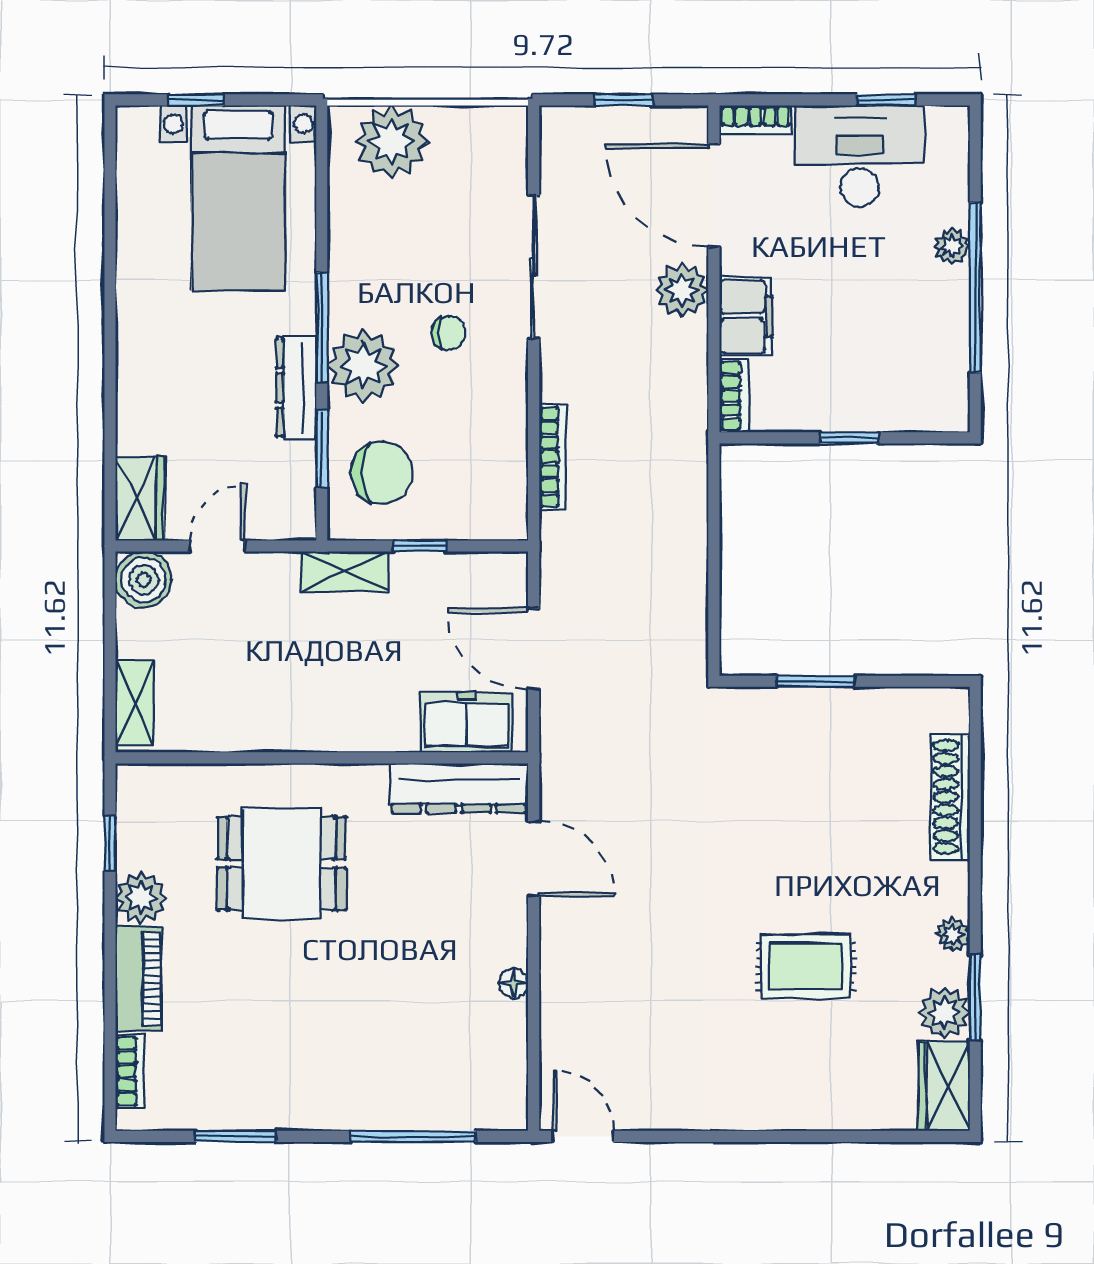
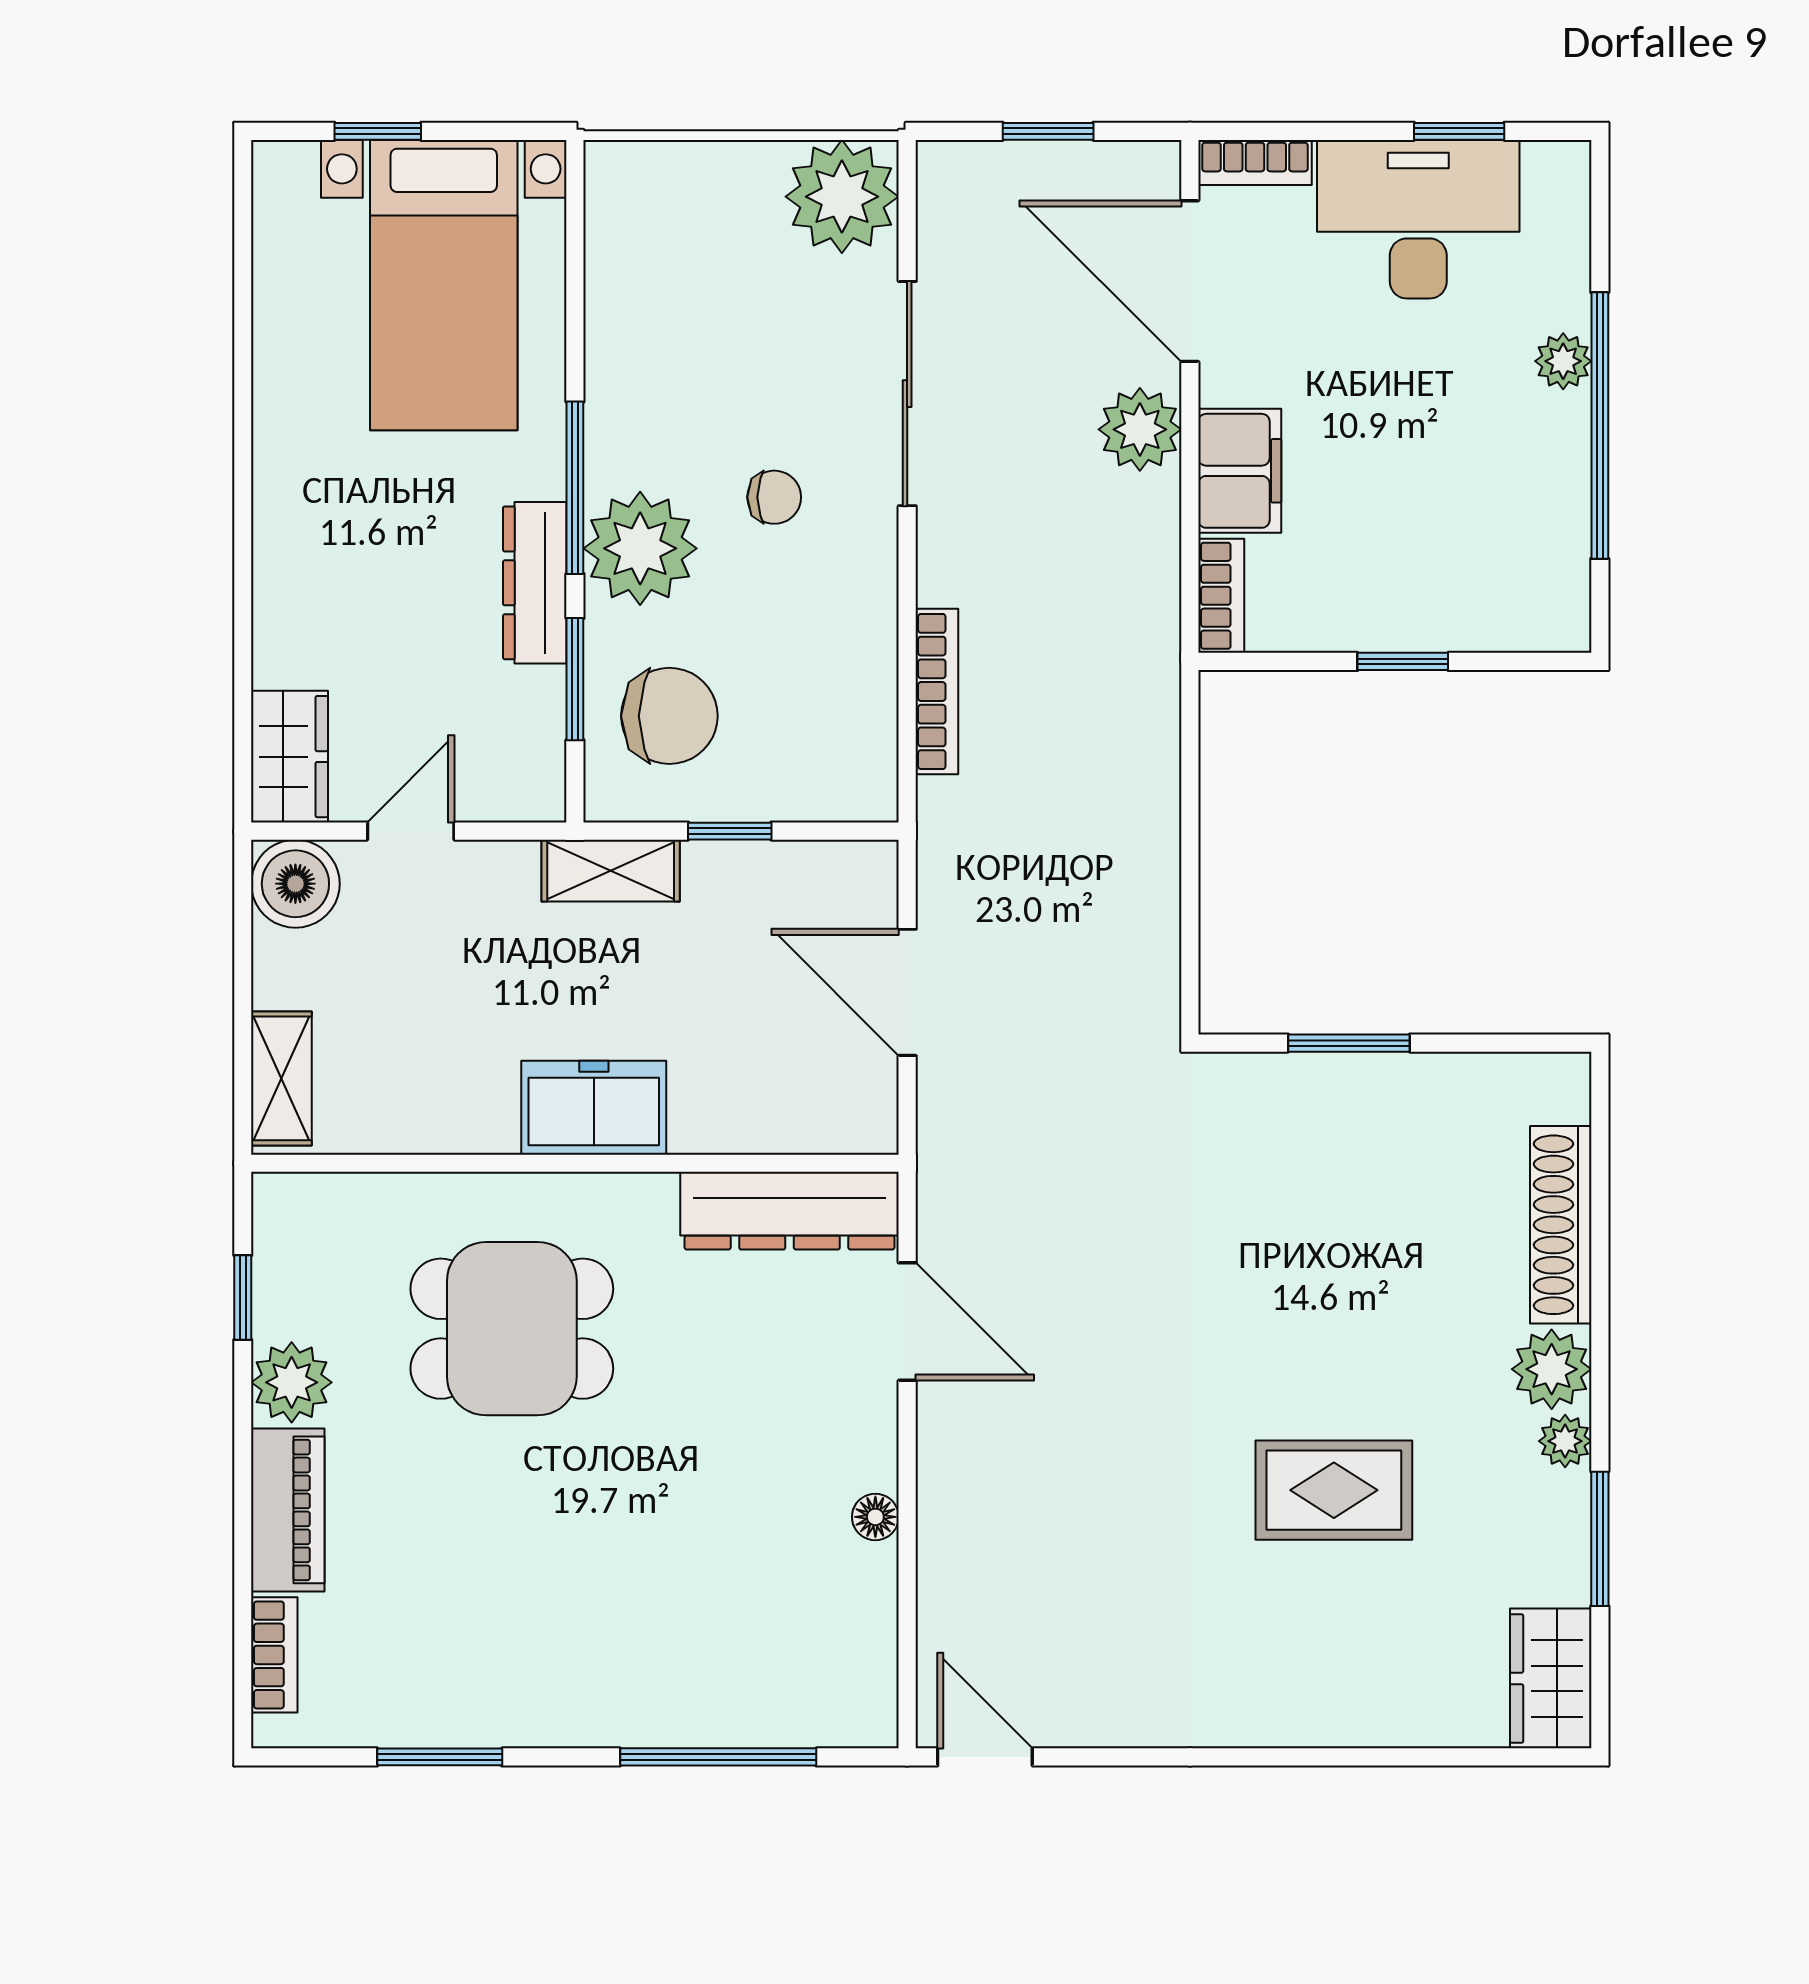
plant: (392, 141) -> (842, 197), moved
freezer: (466, 722) -> (594, 1108), moved
plant: (944, 1013) -> (1552, 1369), moved

